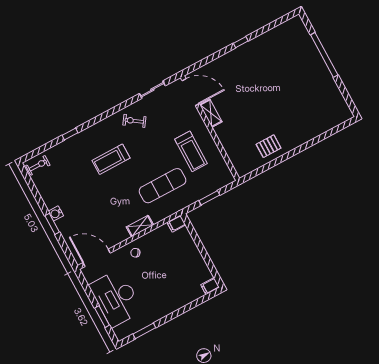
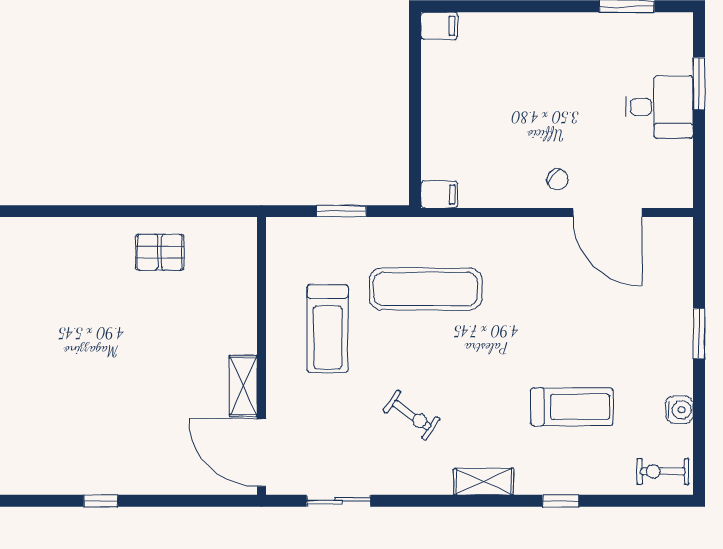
exercise bike: (134, 121) -> (412, 415), moved
treadmill: (191, 151) -> (328, 329), turned 180
treadmill: (111, 159) -> (572, 407), moved
water cooler: (56, 213) -> (679, 410), moved
shelving: (140, 226) -> (484, 482), moved
door: (97, 258) -> (607, 213), moved
desk: (116, 298) -> (659, 107), width x0.53, depth x0.77

